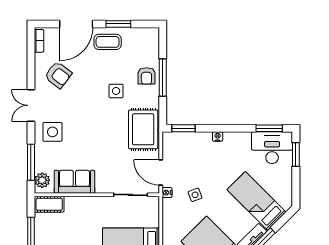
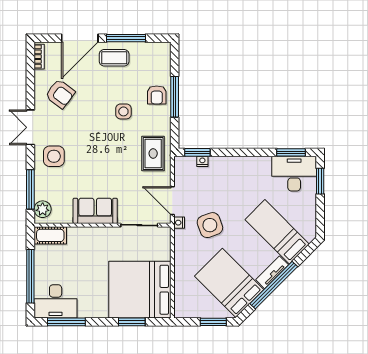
window: (118, 24) -> (126, 38), width x1.44
rug: (143, 129) -> (153, 153), width x0.73, depth x0.70
nightstand: (218, 137) -> (202, 161), moved
sofa: (74, 182) -> (95, 211), moved
side table: (195, 195) -> (210, 225), width x1.87, depth x1.87

